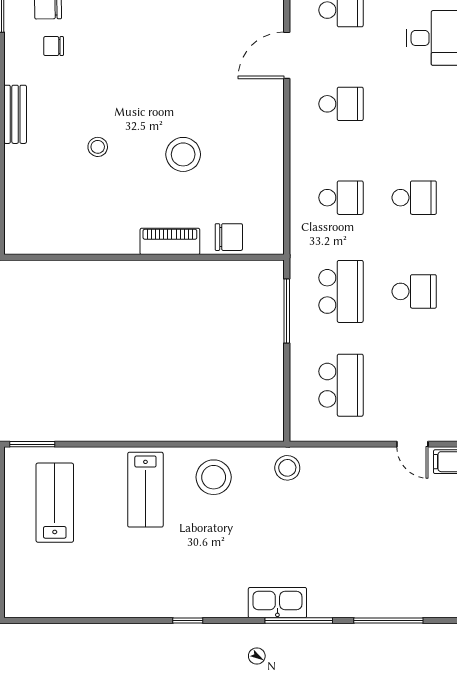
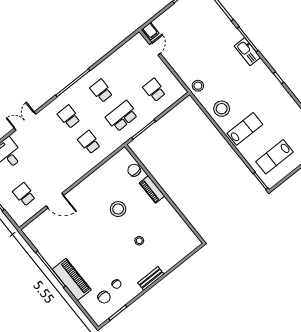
school desk: (341, 104) -> (57, 168), removed
school desk: (341, 385) -> (154, 90), width x0.54

